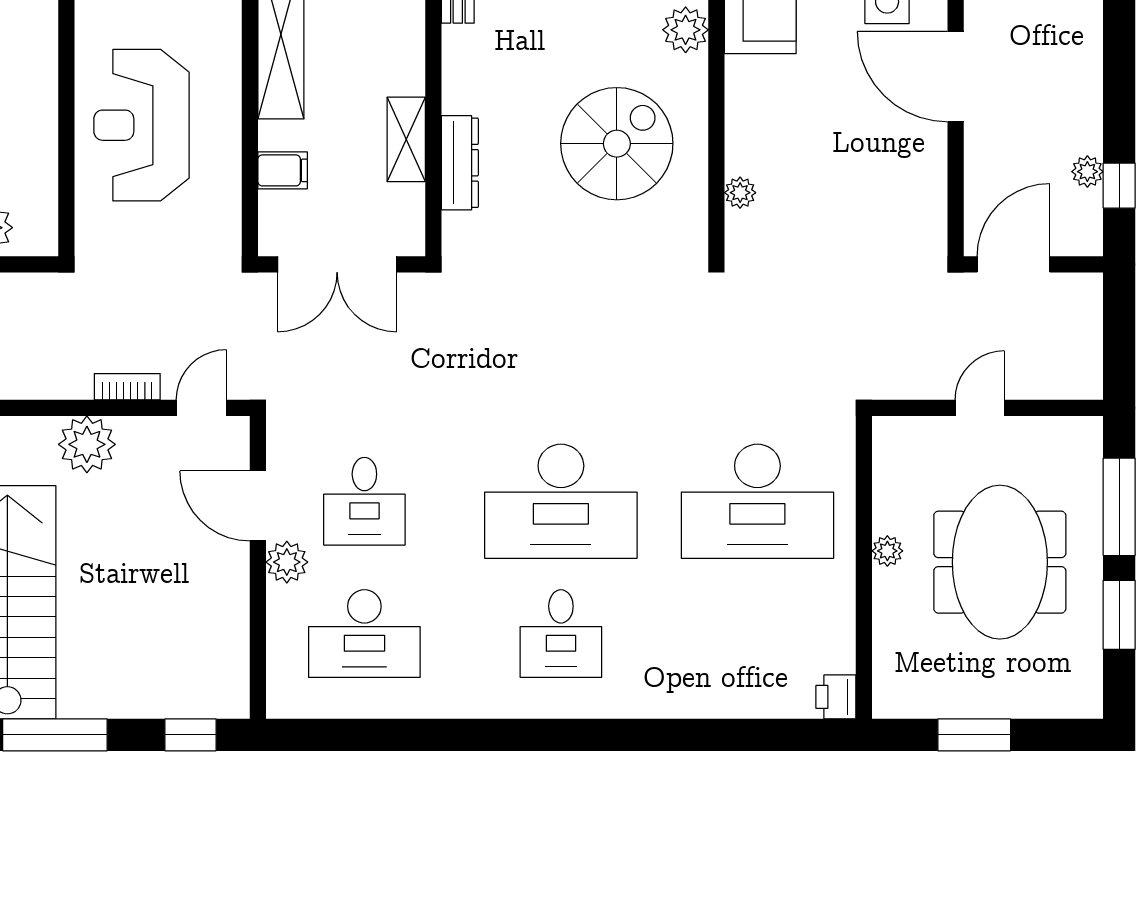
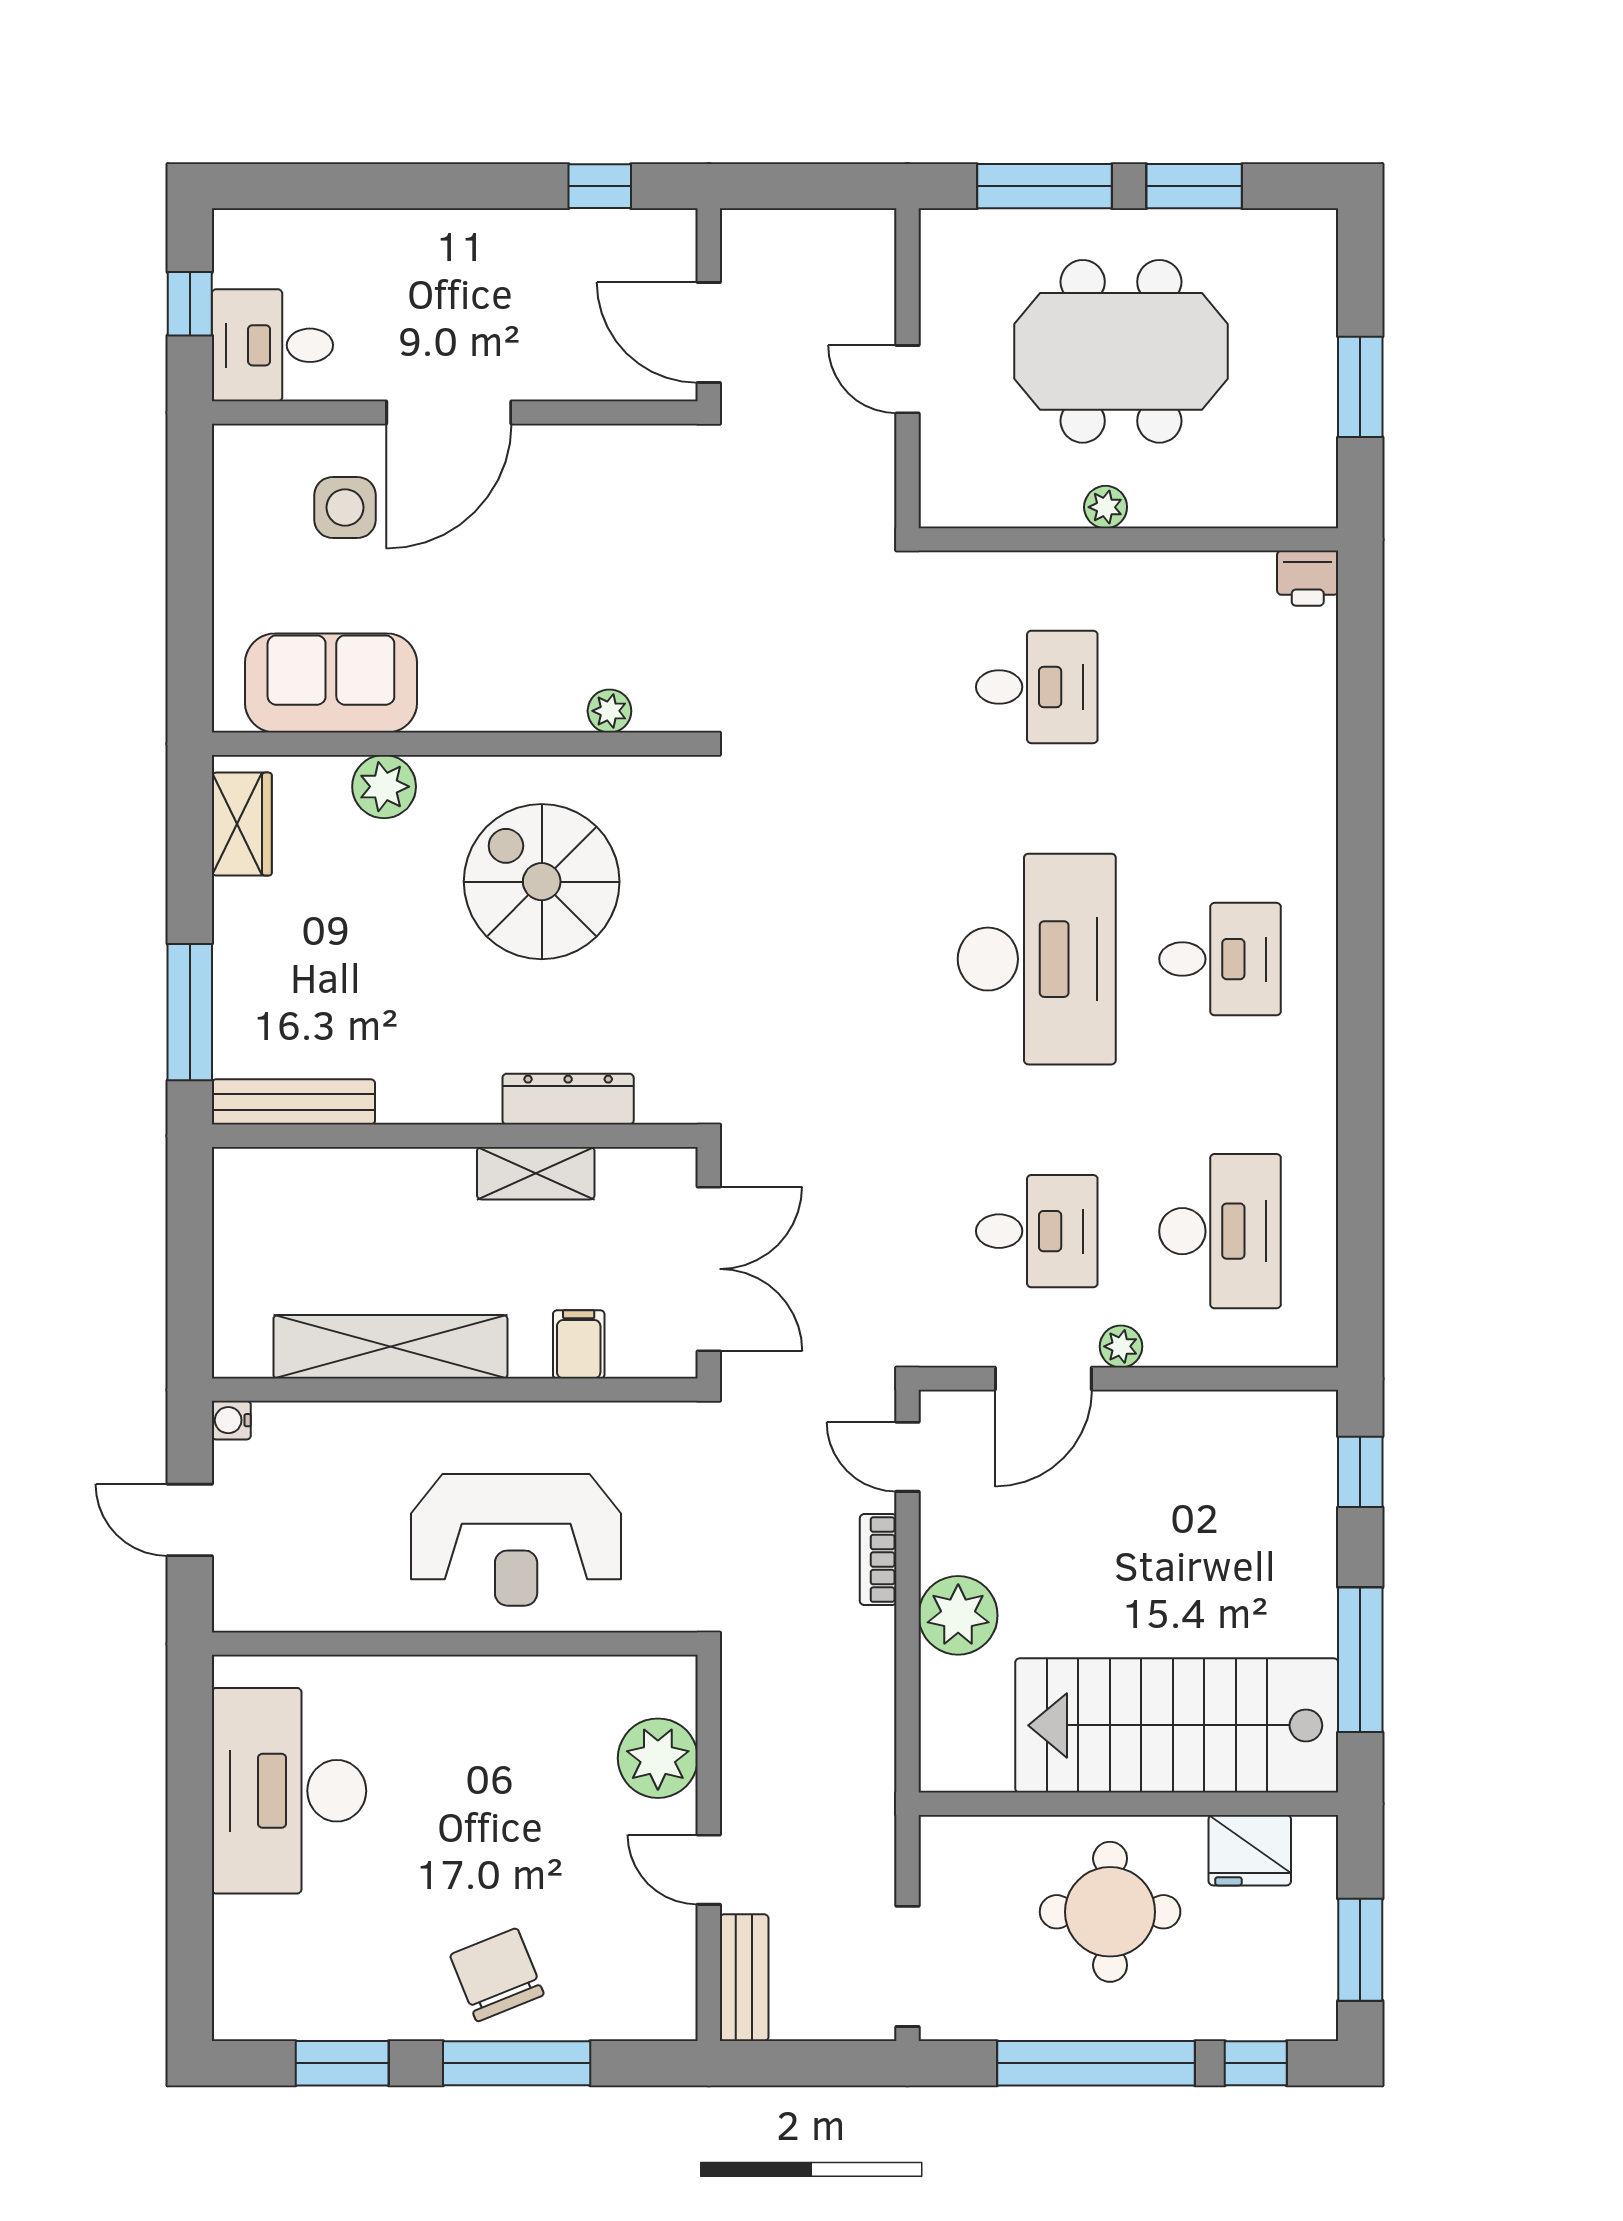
plant: (1087, 172) -> (580, 230), removed
desk: (757, 501) -> (1037, 687), width x0.53, depth x0.77
plant: (287, 562) -> (1121, 1346), width x0.73, depth x0.73

